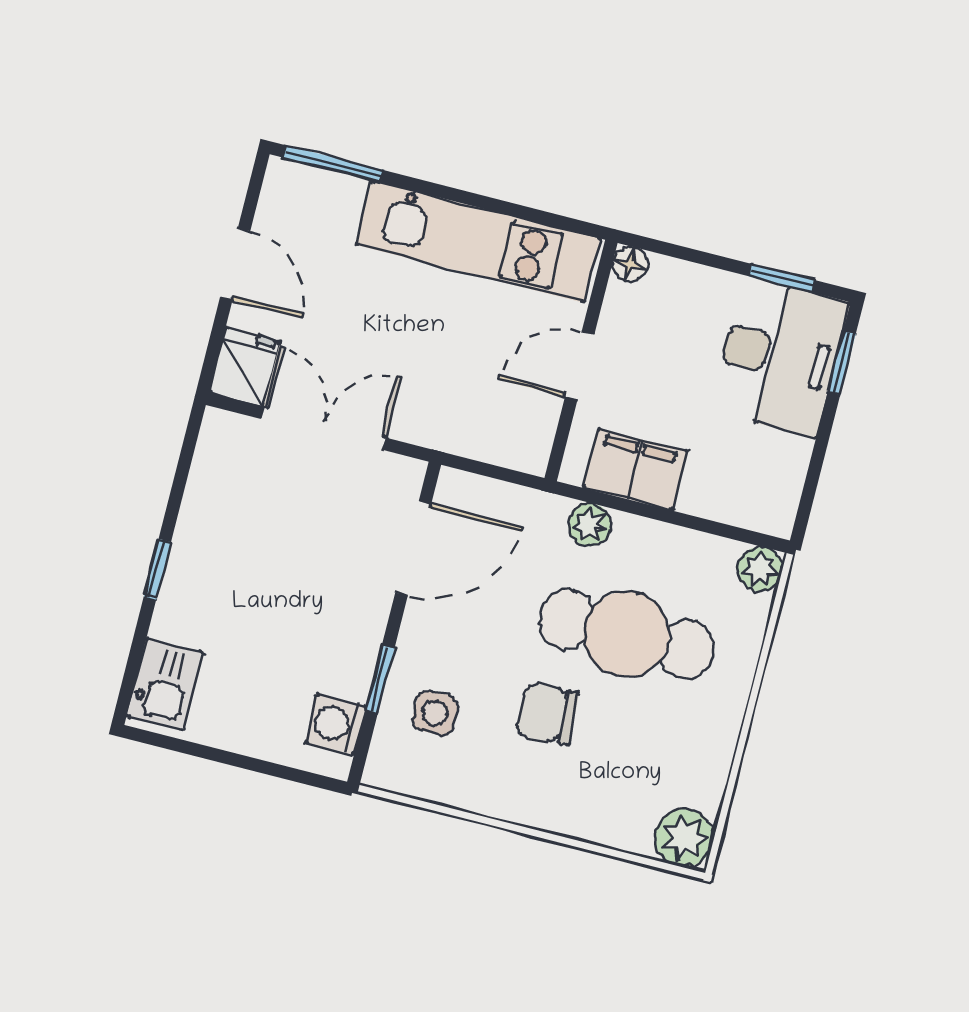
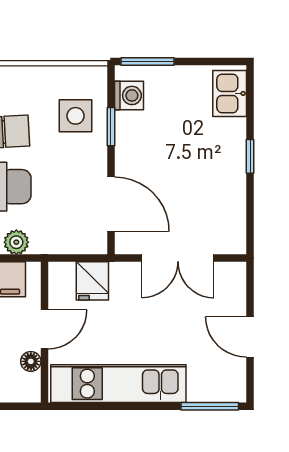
floor lamp: (630, 264) -> (31, 361), moved
fridge: (244, 367) -> (92, 281), moved
door: (413, 548) -> (111, 204), swing flipped
side table: (435, 713) -> (75, 116), width x1.37, depth x1.37
window: (290, 774) -> (148, 61), added

